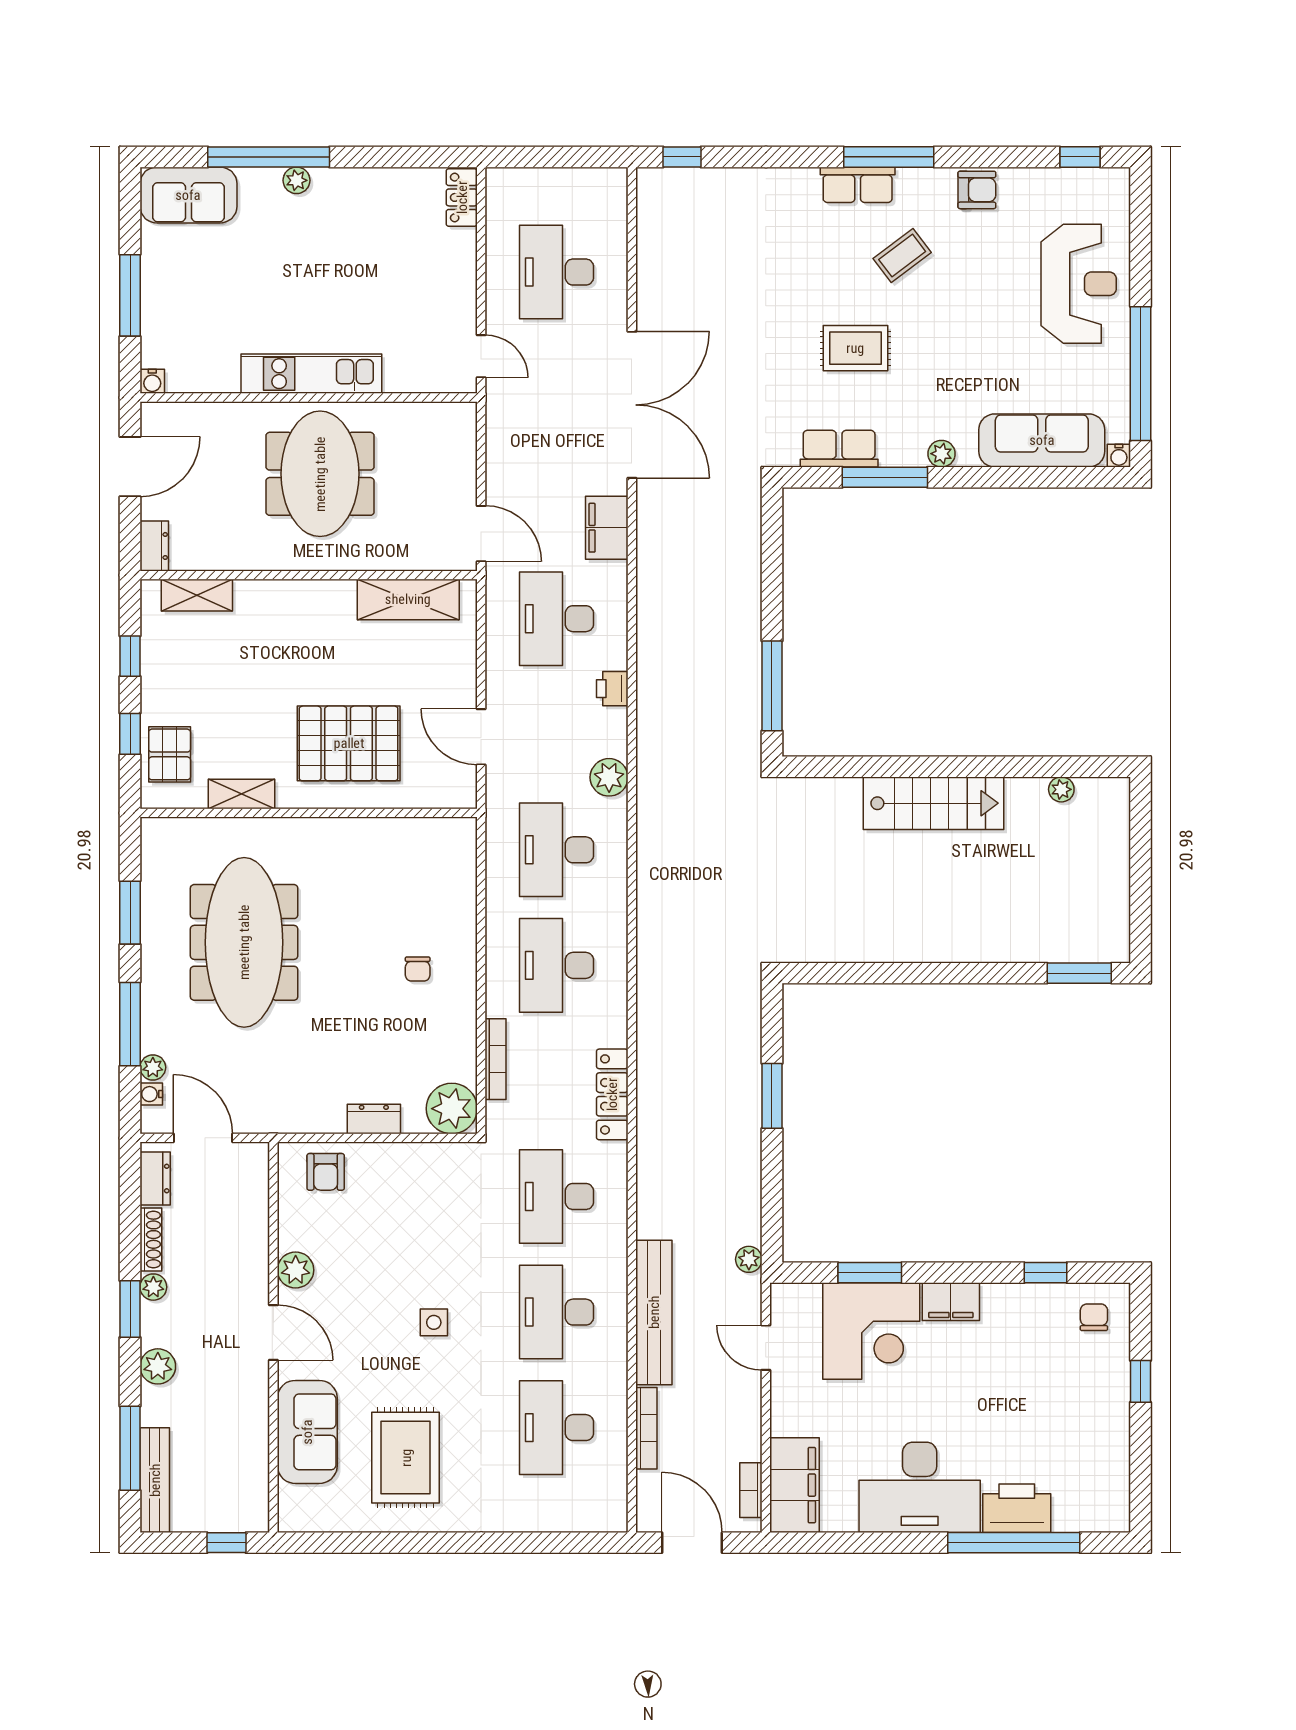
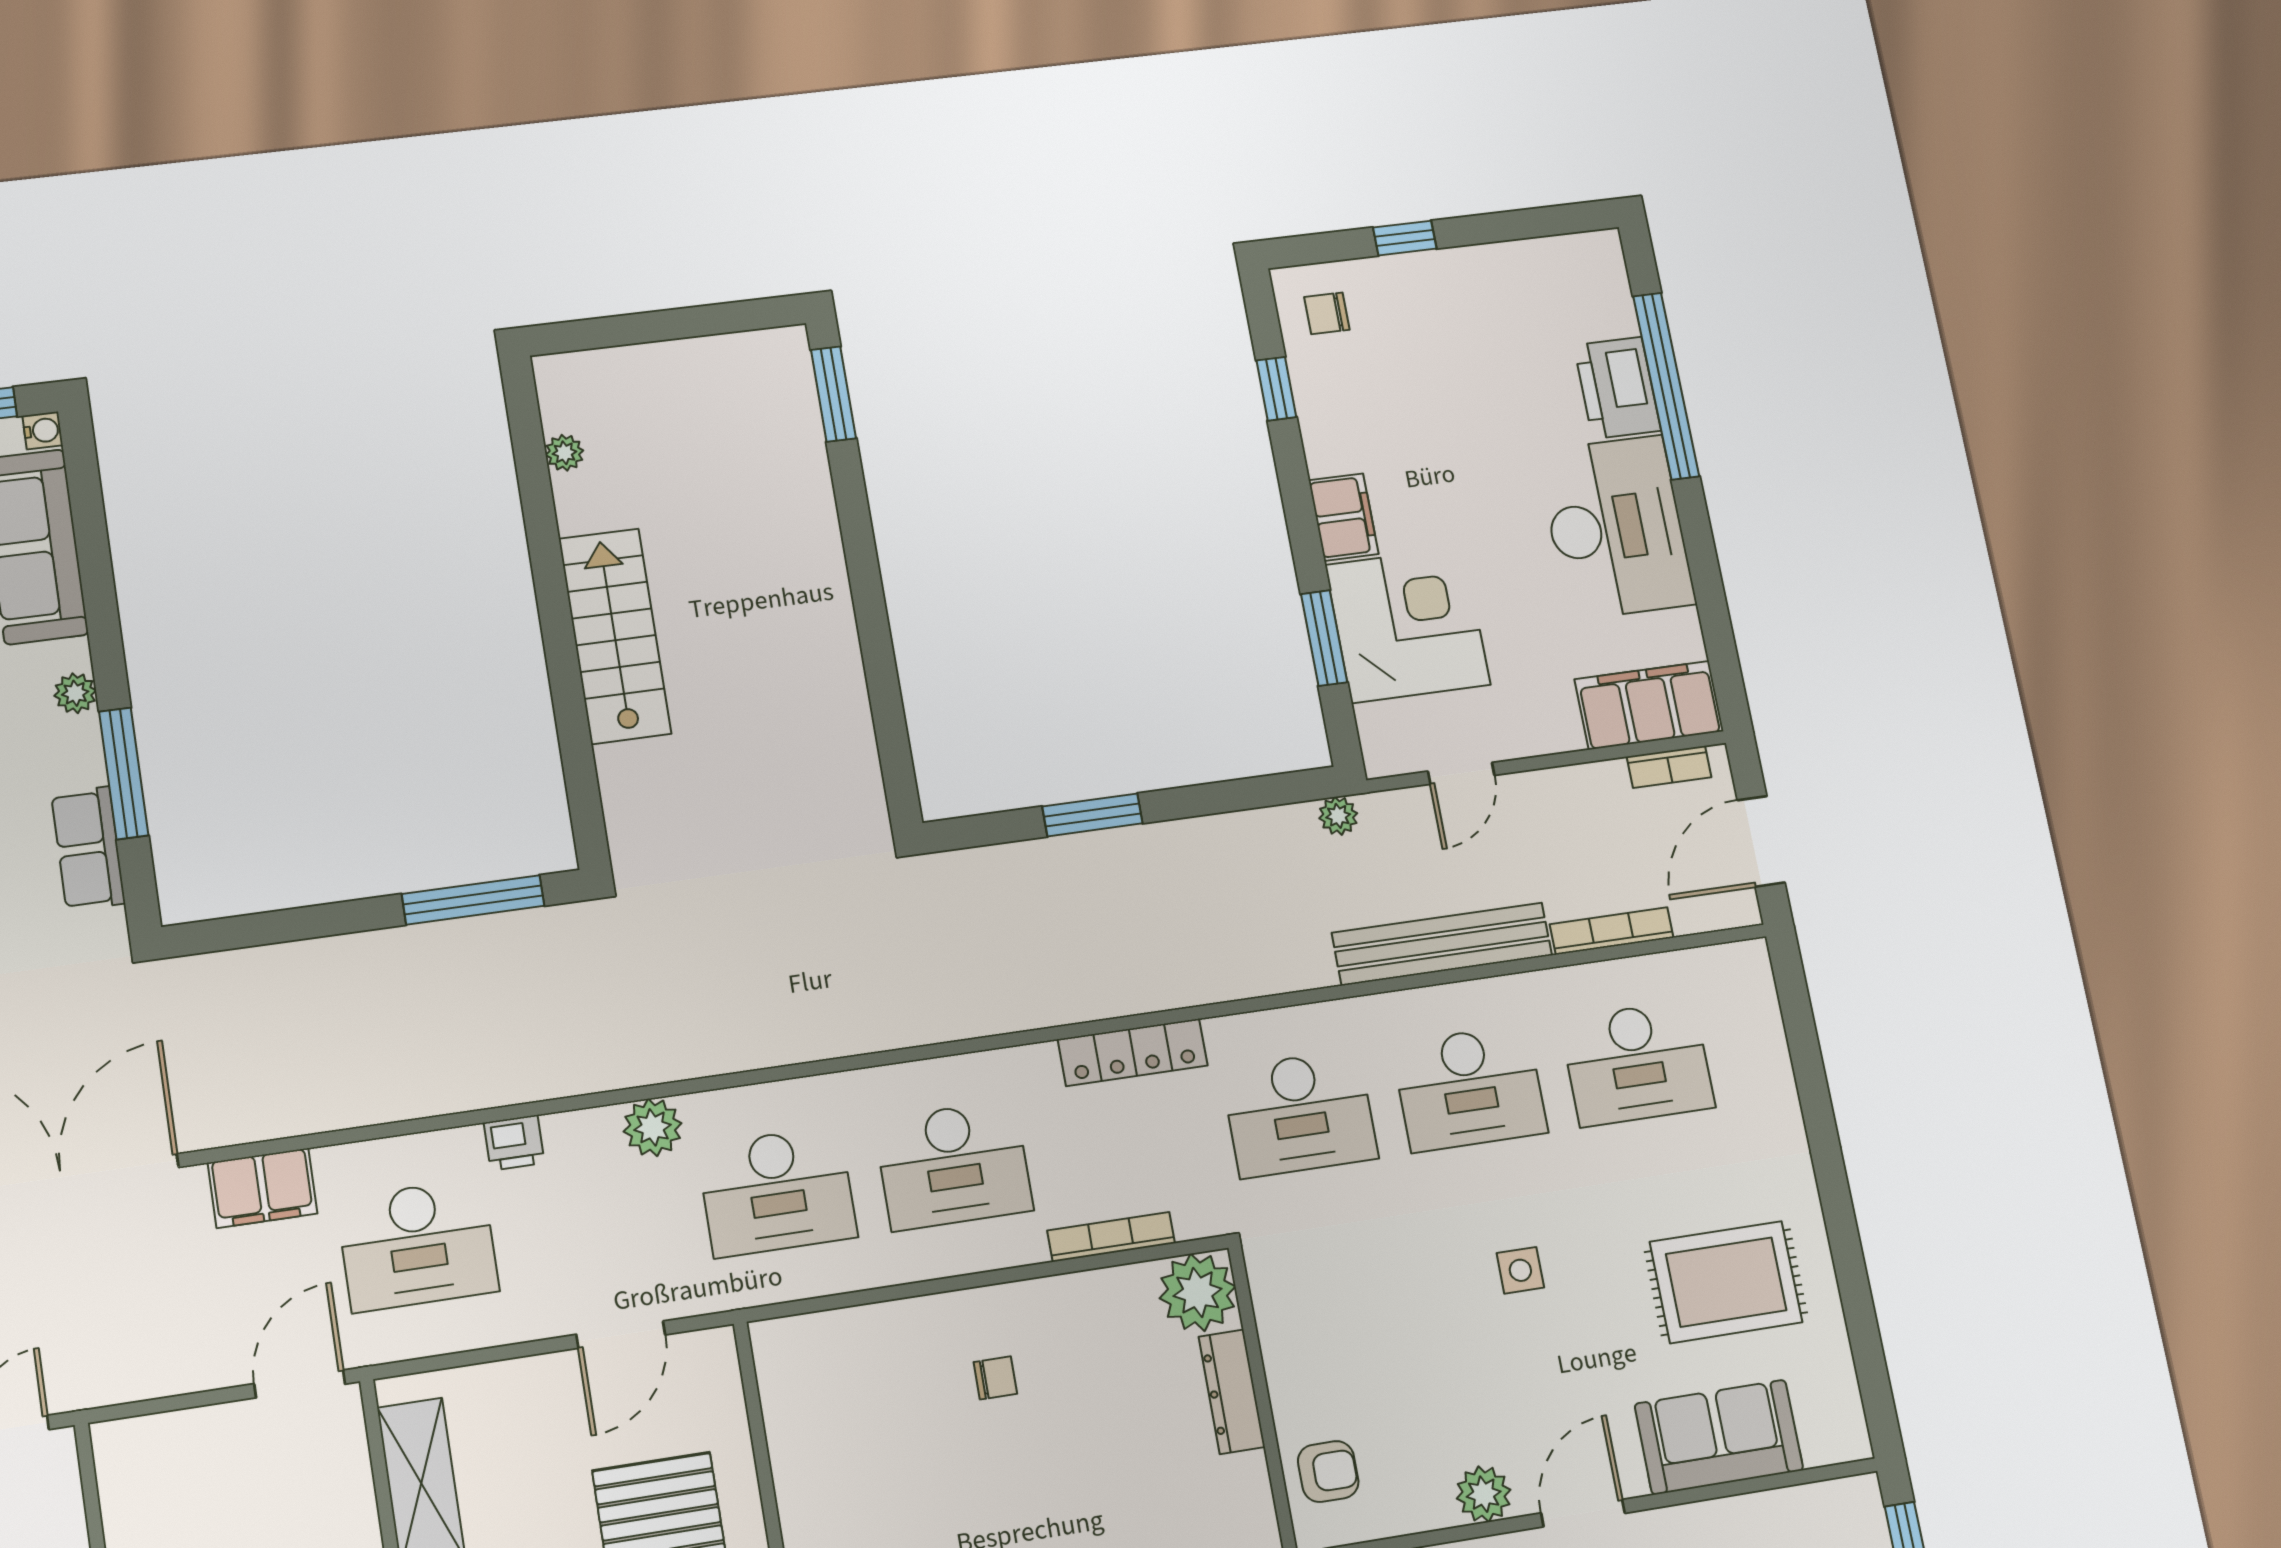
dresser: (374, 1119) -> (1232, 1392), width x1.44

